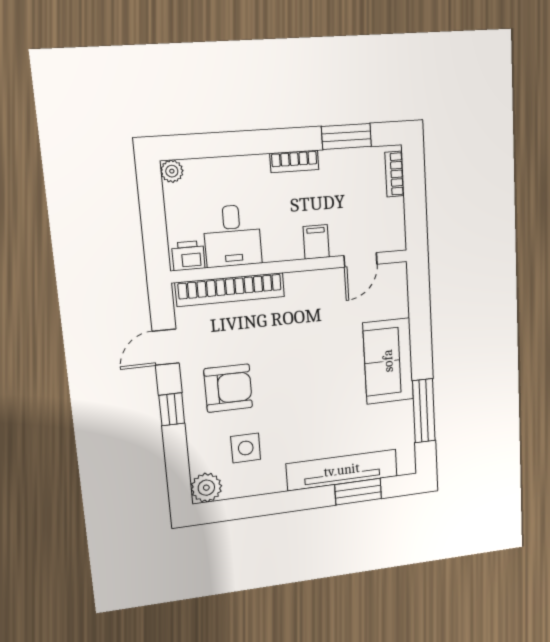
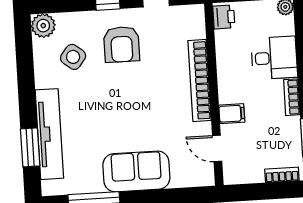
desk: (232, 236) -> (274, 58), moved, turned 180
bookcase: (230, 290) -> (200, 80), moved
side table: (246, 448) -> (73, 57), turned 38

